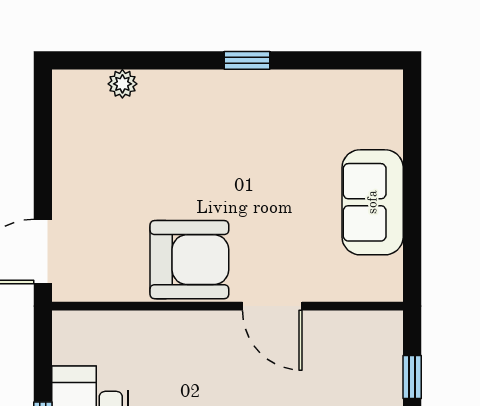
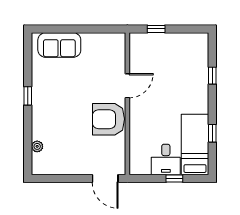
sofa: (373, 202) -> (59, 45), moved
armchair: (189, 260) -> (108, 119), turned -90

